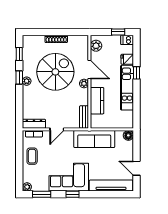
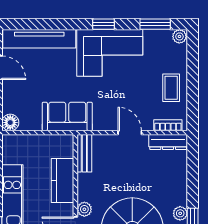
door: (57, 129) -> (130, 133), hinge flipped
sofa: (94, 139) -> (67, 116), width x0.73

